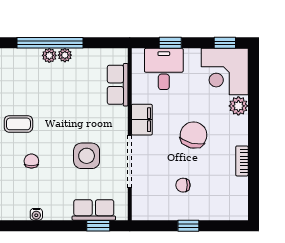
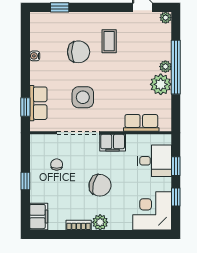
window: (225, 43) -> (176, 197), moved
plant: (65, 55) -> (161, 84), width x1.88, depth x1.88
plant: (238, 106) -> (100, 222), moved
chair: (31, 161) -> (79, 52), width x1.87, depth x1.87
chair: (183, 185) -> (57, 164), moved
filing cabinet: (231, 210) -> (39, 217), added

